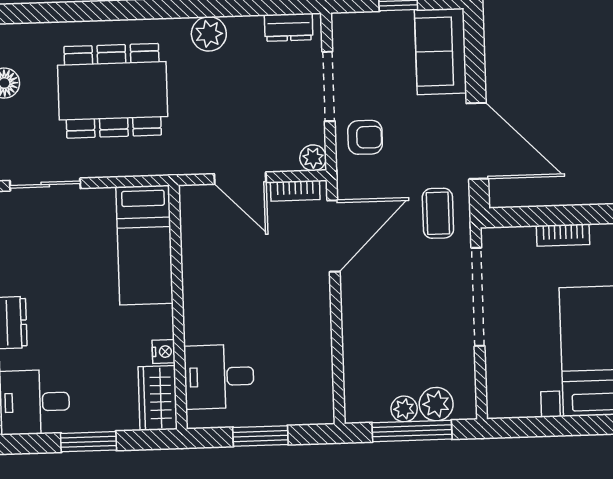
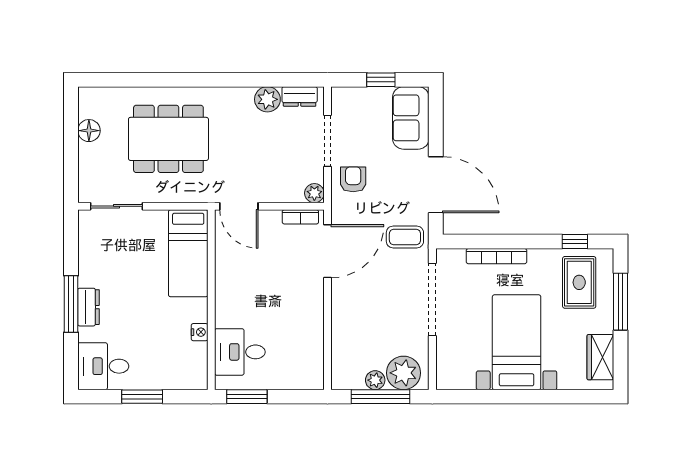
plant: (209, 34) -> (267, 99), moved
armchair: (365, 137) -> (353, 179), turned -90
door: (240, 178) -> (239, 206), moved
coffee table: (438, 213) -> (405, 237), turned 90
bookcase: (563, 235) -> (496, 256), width x1.56
wardrobe: (158, 398) -> (194, 366), removed
plant: (436, 404) -> (403, 373), width x1.36, depth x1.36
window: (260, 436) -> (247, 397), moved

